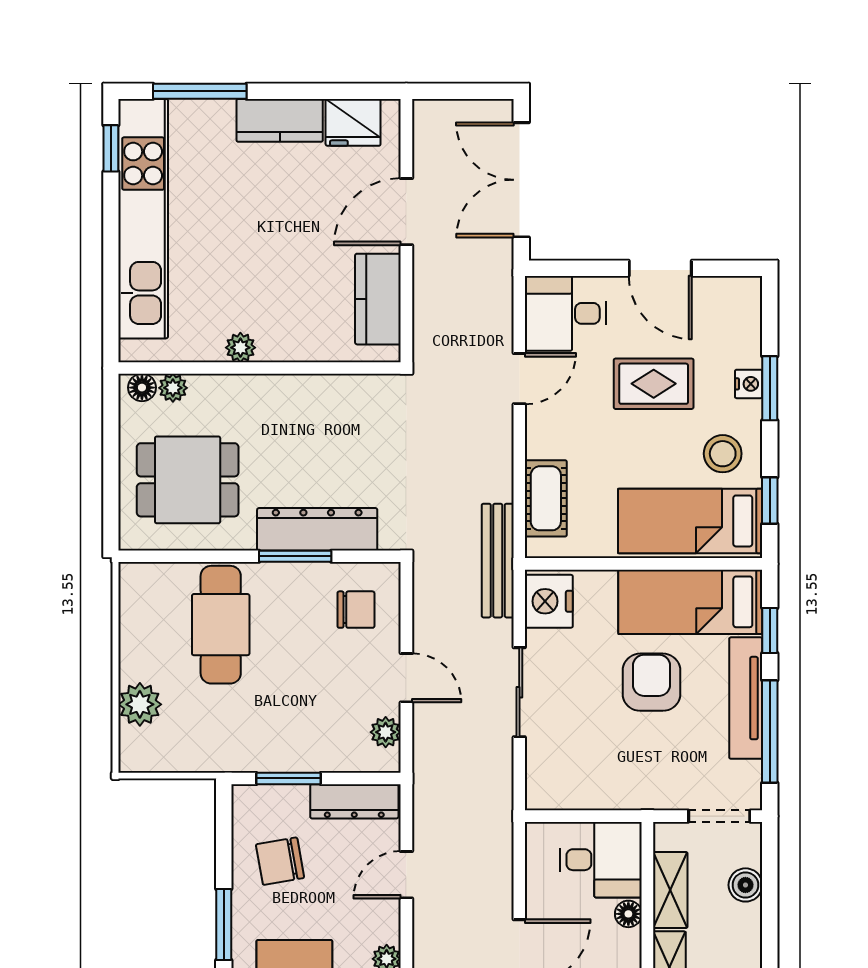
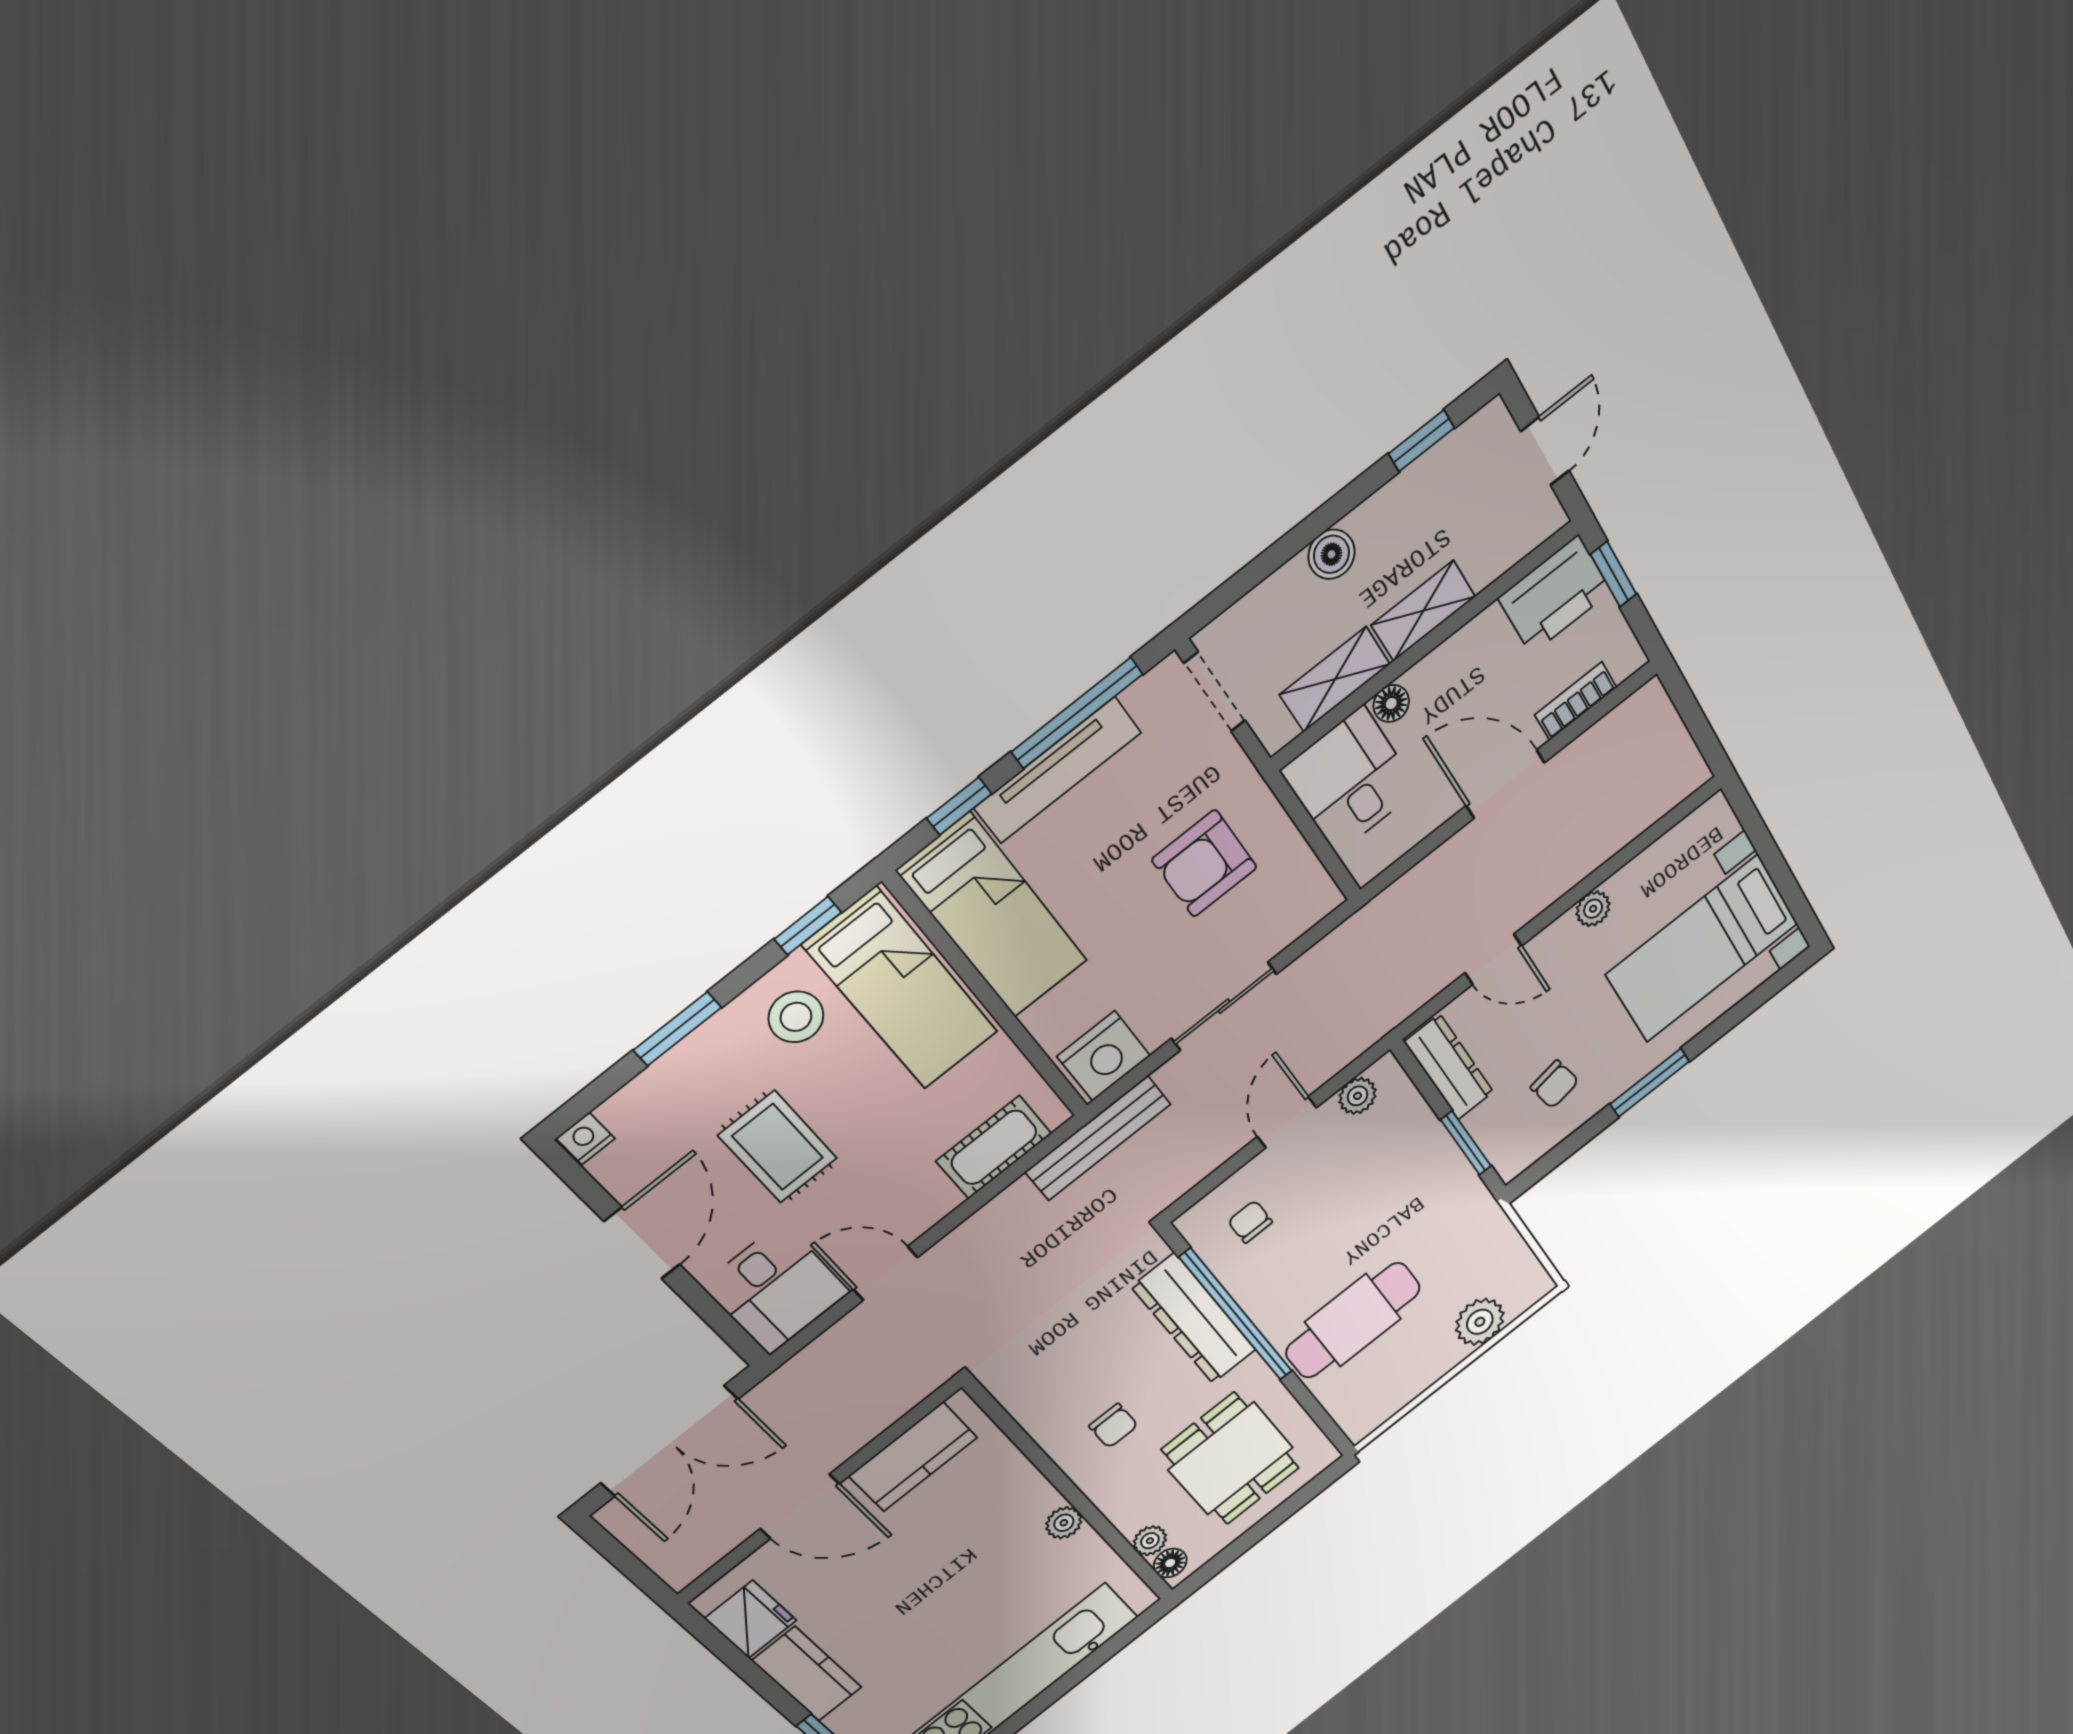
nightstand: (749, 384) -> (585, 1138), moved
chair: (285, 428) -> (1113, 1426), added
window: (295, 556) -> (1236, 1315), width x2.11
chair: (356, 610) -> (1250, 1222), width x0.73, depth x0.73
armchair: (652, 682) -> (1204, 864), moved
chair: (280, 861) -> (1555, 1084), width x0.73, depth x0.73
boiler: (745, 885) -> (1331, 554), moved

